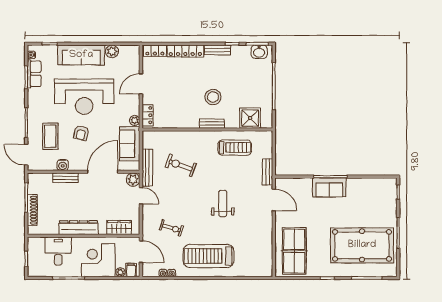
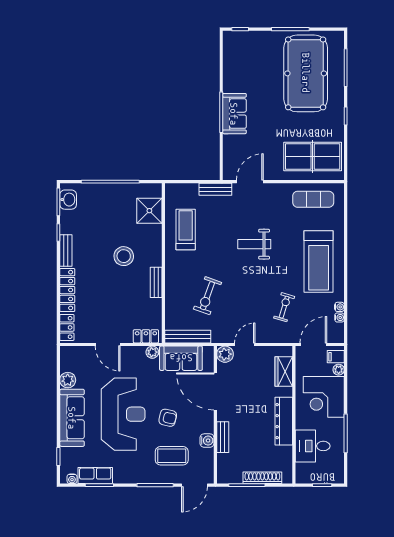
bench: (212, 124) -> (156, 282), moved
bench: (147, 168) -> (188, 337), moved
exercise mat: (259, 252) -> (313, 199), added

